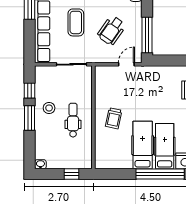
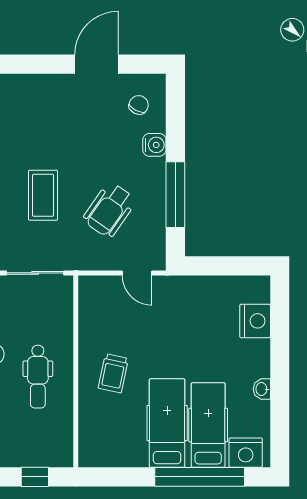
window: (147, 35) -> (175, 195), moved
door: (126, 64) -> (137, 273), swing flipped
dental chair: (73, 120) -> (38, 377), turned 180

